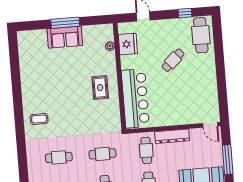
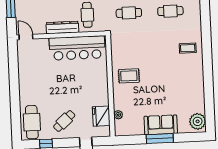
plant: (26, 42) -> (198, 121), added
cafe table: (173, 60) -> (64, 121), moved
rug: (100, 88) -> (129, 76), turned 90
bar counter: (135, 98) -> (77, 48), moved, turned -90

